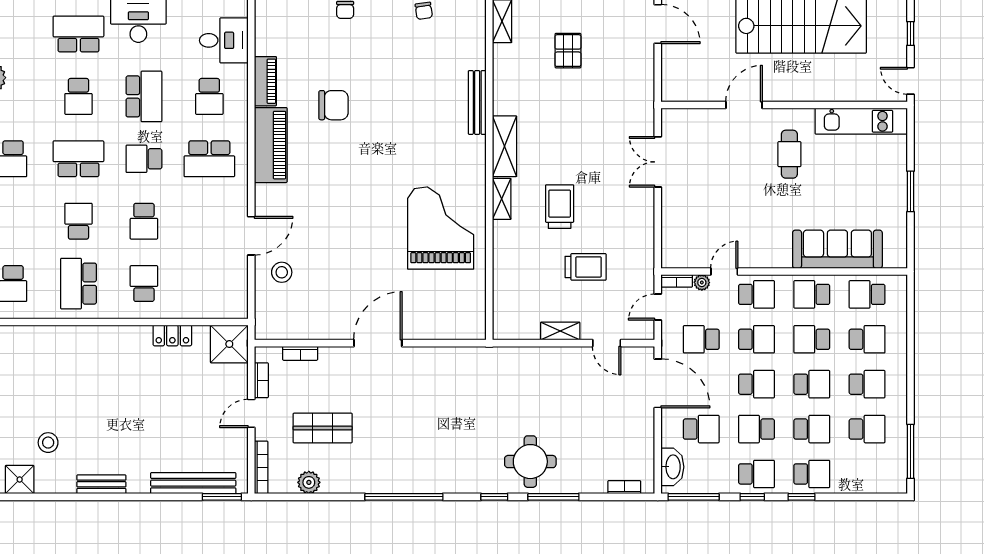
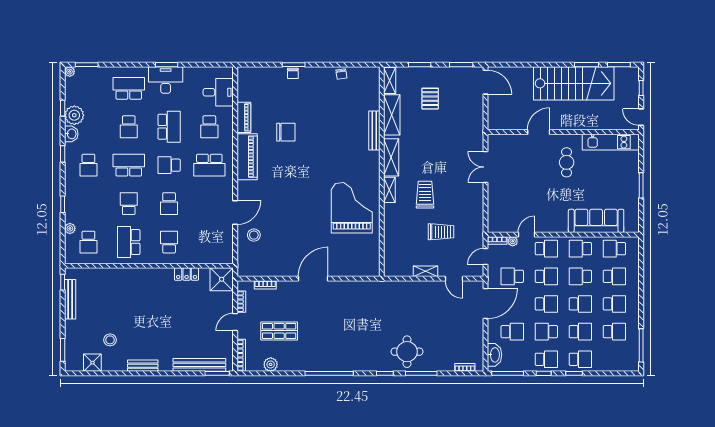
shelving: (506, 77) -> (392, 115), added
door: (658, 383) -> (485, 303), hinge flipped

